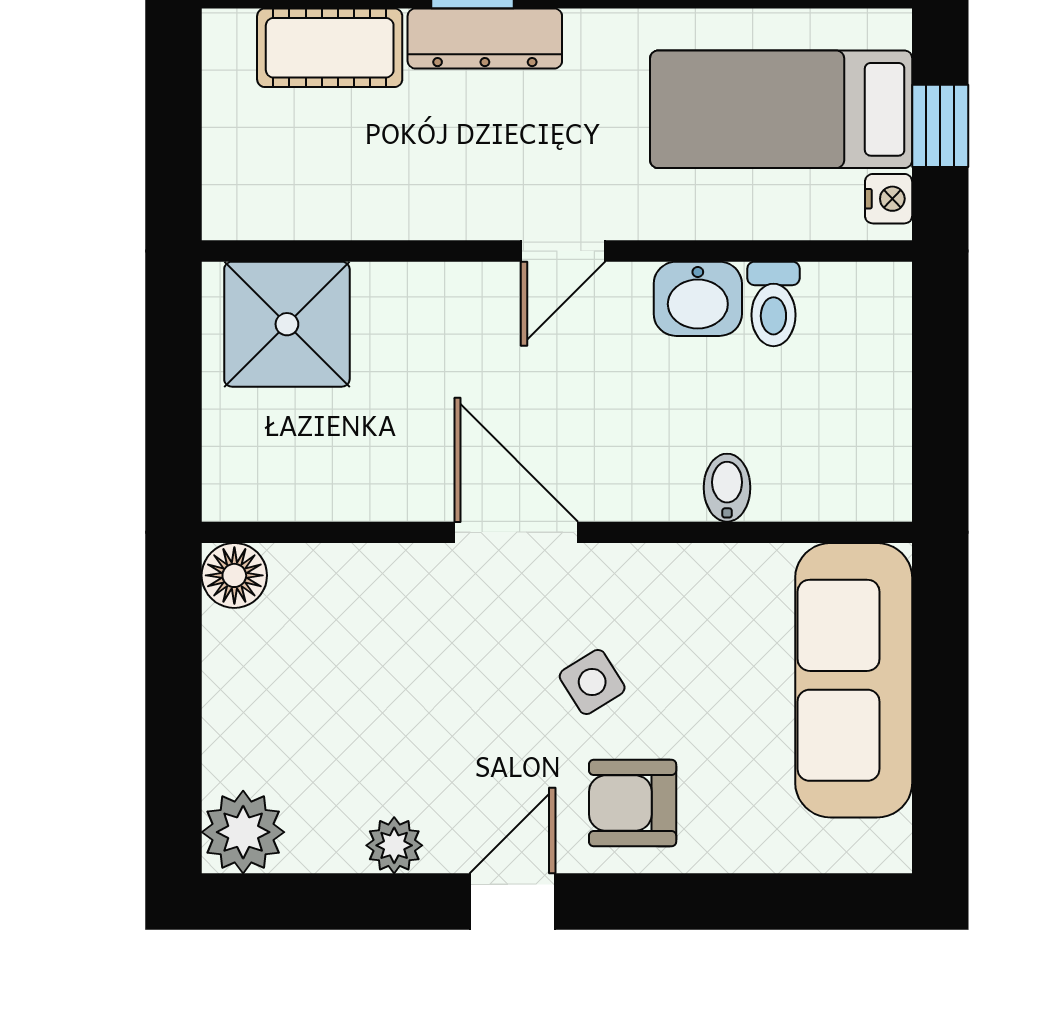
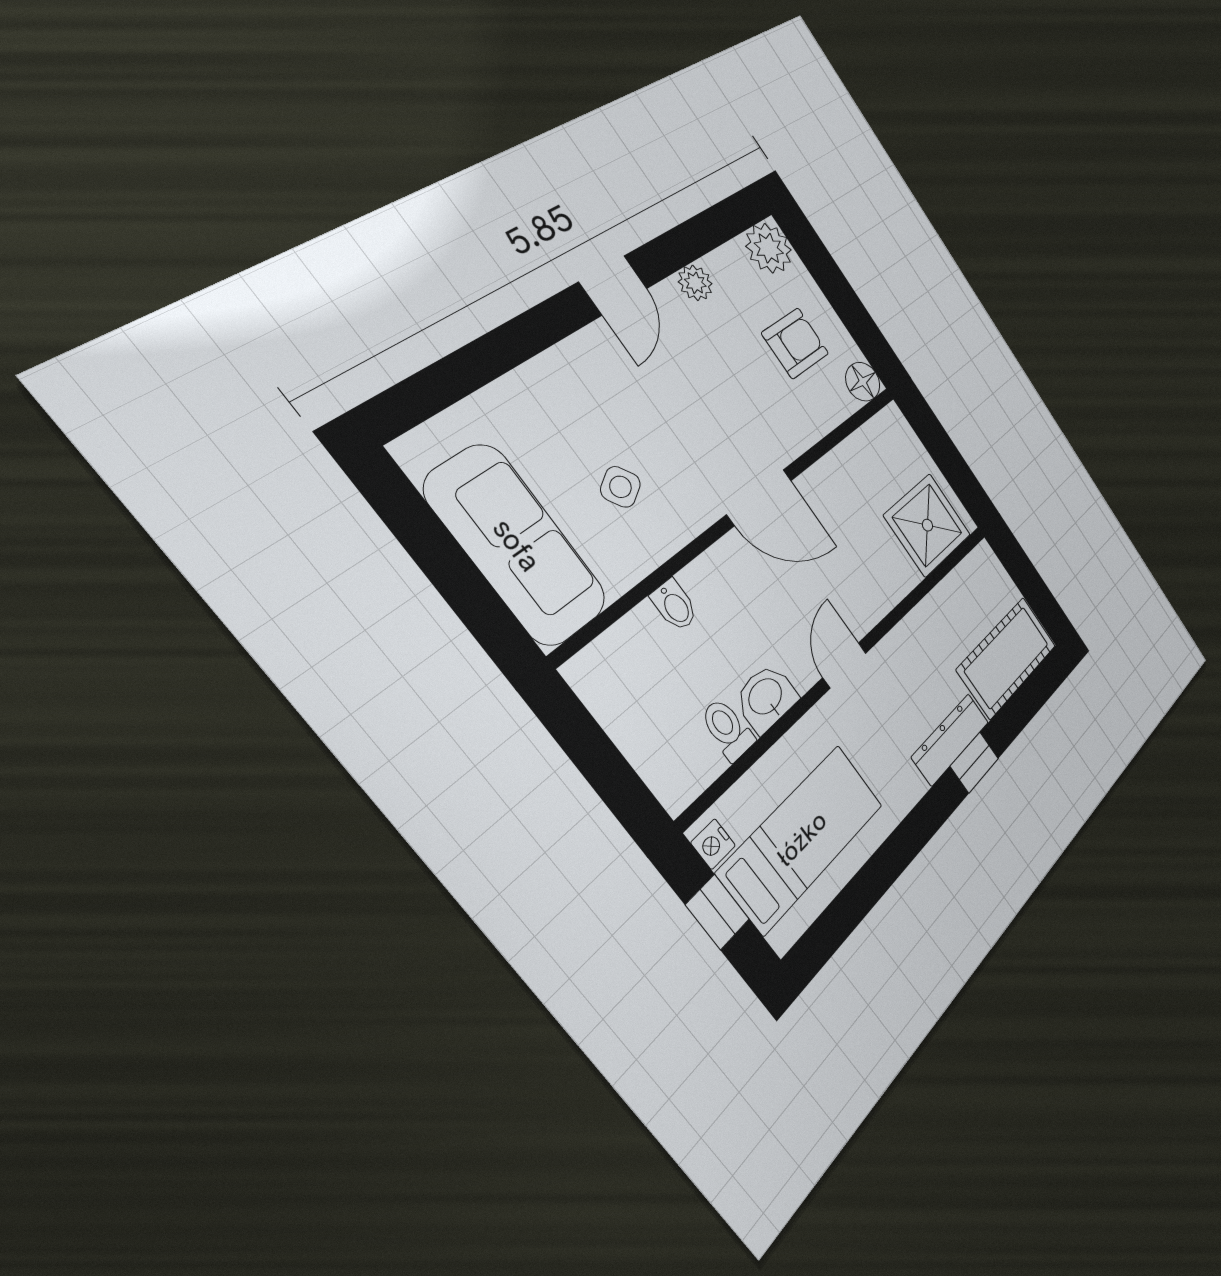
cot: (330, 48) -> (1007, 657), width x1.37, depth x1.34
side table: (592, 682) -> (620, 487), moved
armchair: (633, 803) -> (795, 343), moved

